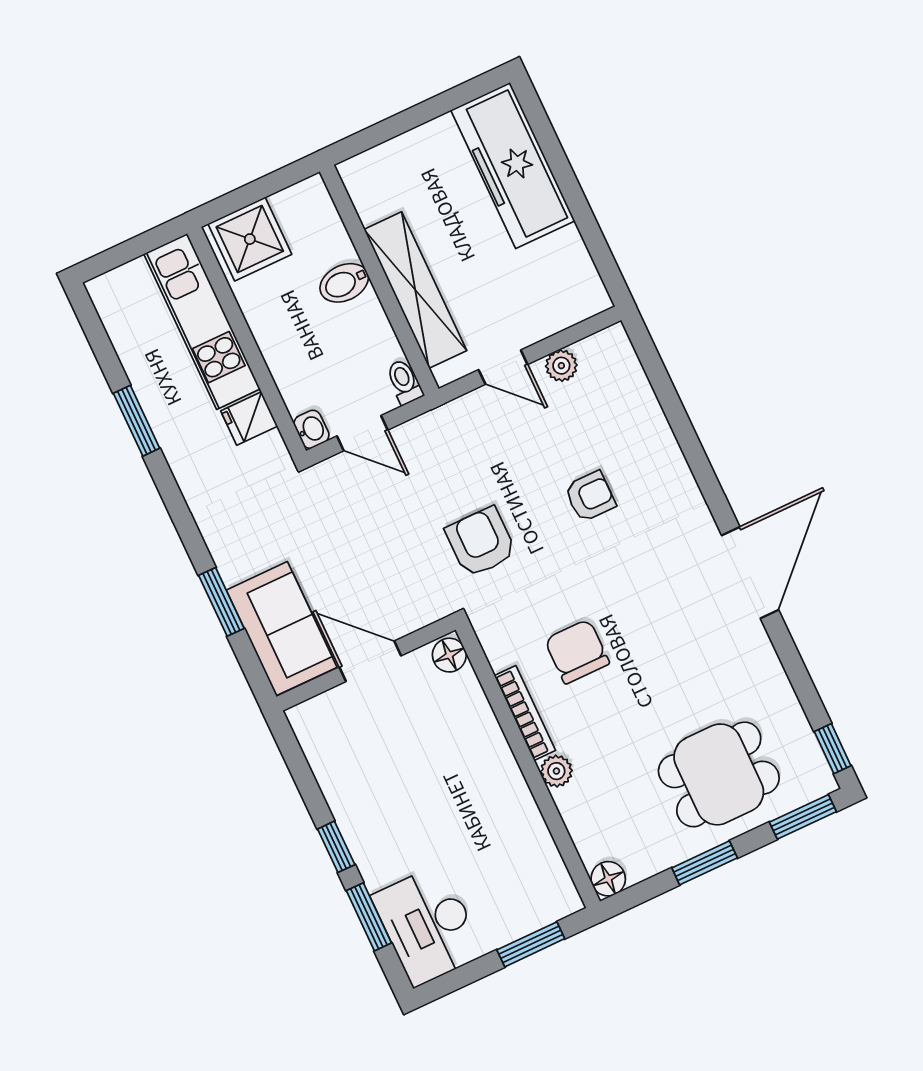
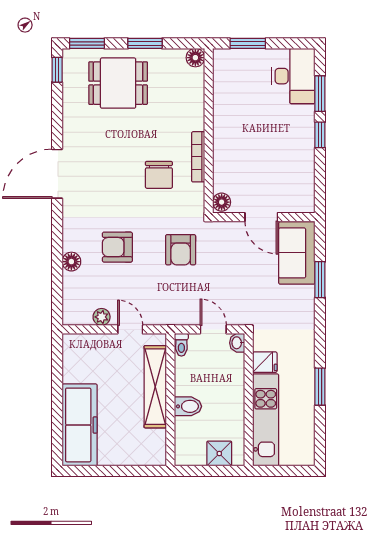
shower: (250, 239) -> (219, 454), width x0.73, depth x0.73
floor lamp: (656, 435) -> (71, 262), added
armchair: (590, 496) -> (117, 247), width x1.38, depth x1.38
plant: (556, 771) -> (196, 122), removed

